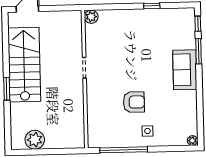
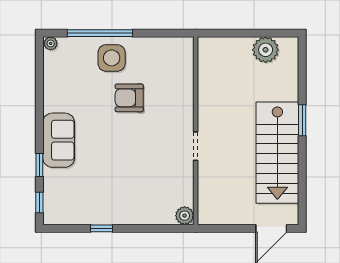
window: (198, 51) -> (39, 165), width x0.67
side table: (147, 131) -> (112, 58), width x1.87, depth x1.87
window: (124, 150) -> (100, 33), moved

